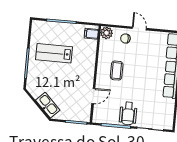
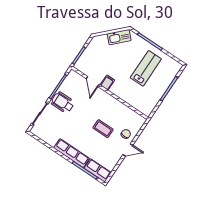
plant: (107, 33) -> (139, 121), removed
filing cabinet: (91, 34) -> (107, 83), moved
coffee table: (117, 71) -> (103, 129), moved
kitchen sink: (48, 105) -> (119, 37), moved

